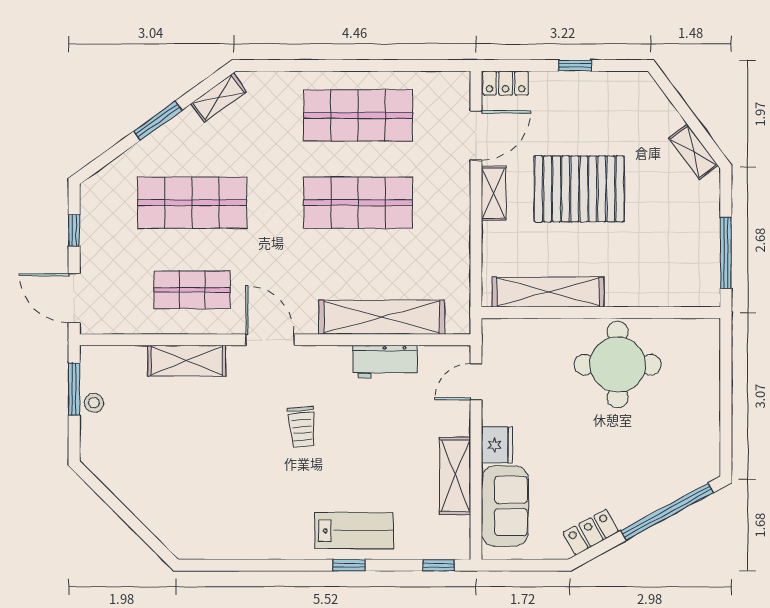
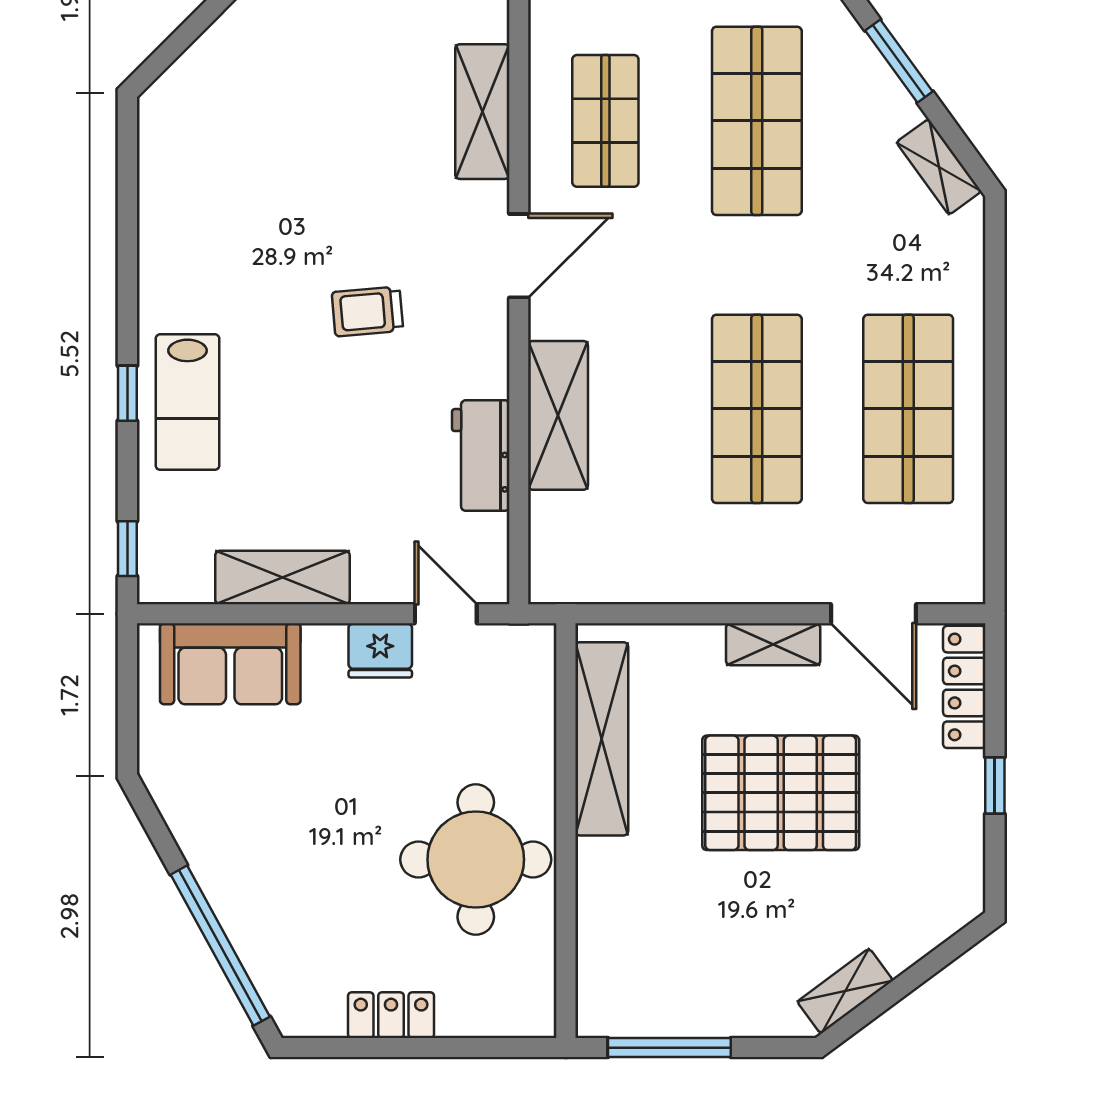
locker: (506, 83) -> (964, 687), width x1.53
pallet: (579, 189) -> (781, 793), turned 90
shelving: (382, 317) -> (558, 415), width x0.68
fridge: (497, 445) -> (380, 650), moved
locker: (591, 532) -> (391, 1015), moved, turned -61

